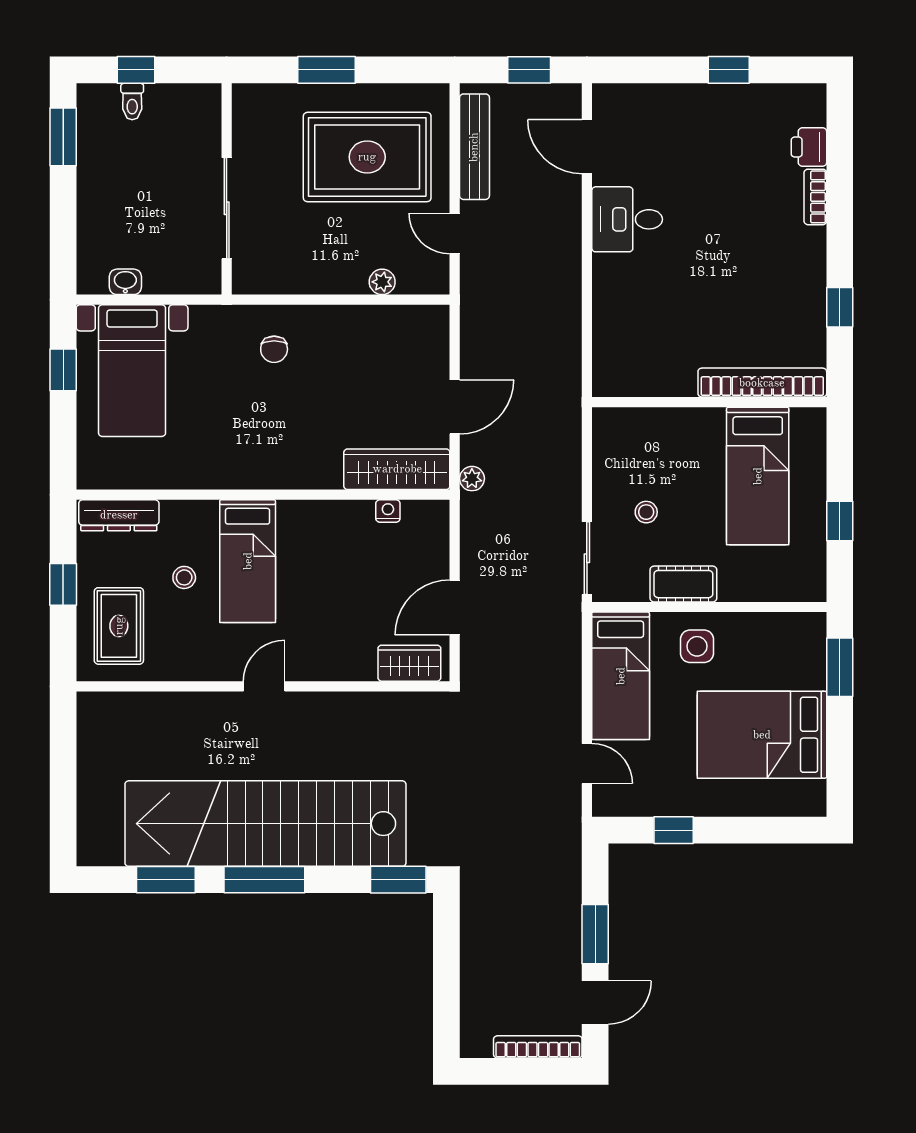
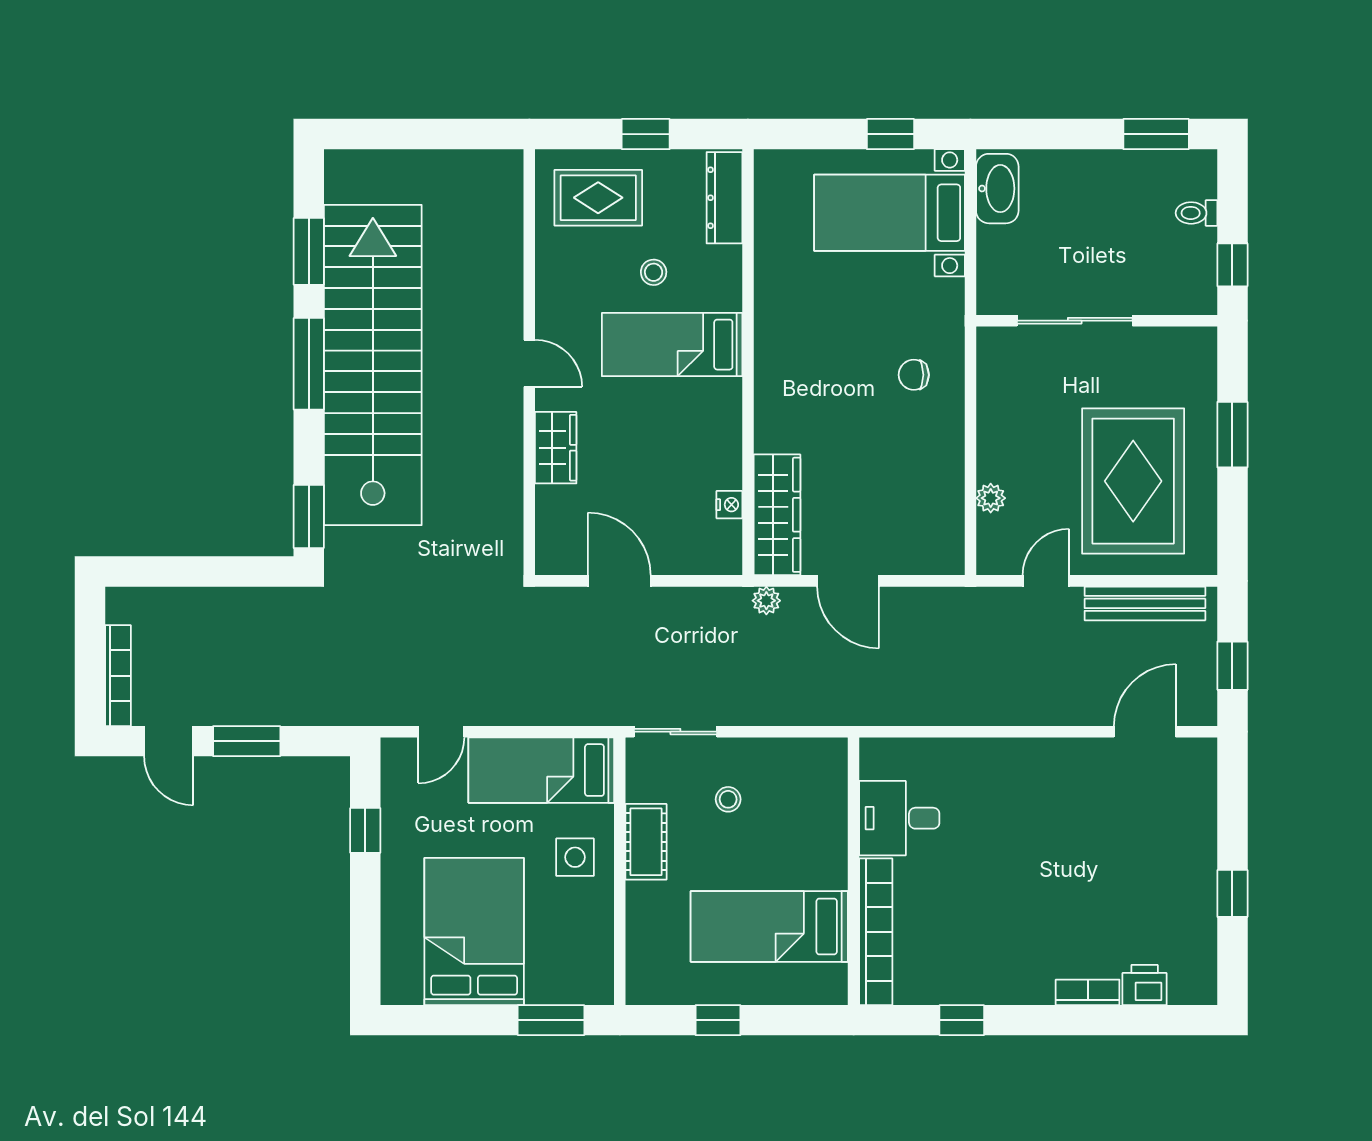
window: (136, 70) -> (1232, 265), moved
desk: (627, 219) -> (899, 818), moved, turned -90
washbasin: (125, 282) -> (997, 189), width x1.91, depth x1.45
wardrobe: (409, 663) -> (556, 448), moved

